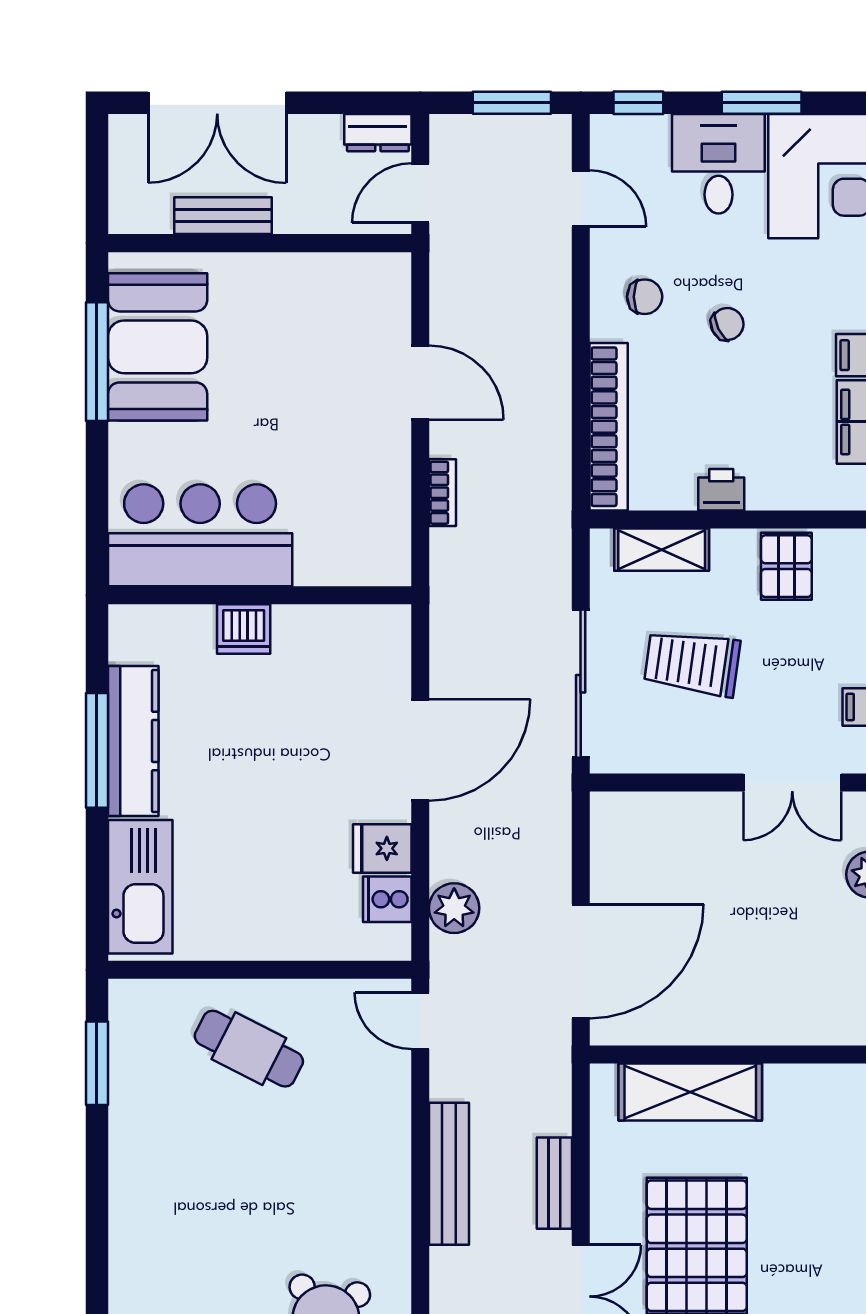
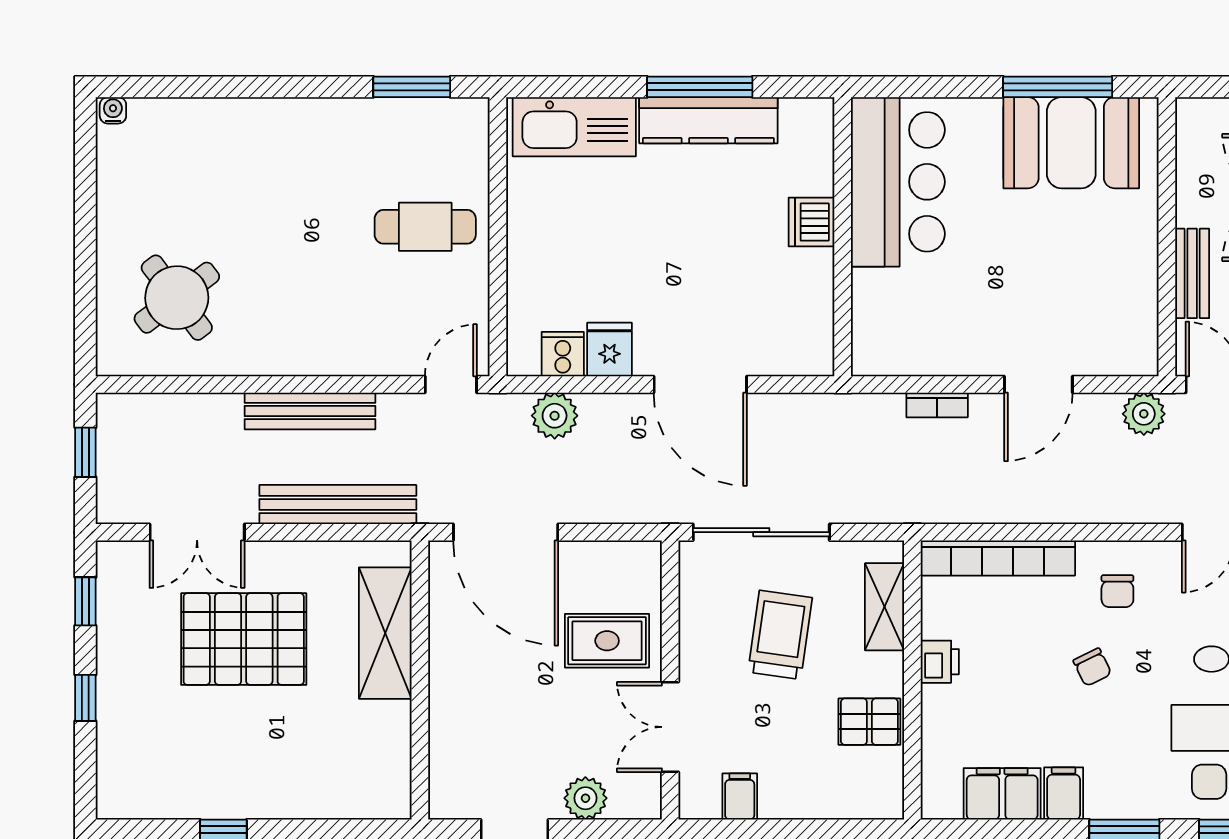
bench: (223, 216) -> (1192, 273), moved
plant: (452, 268) -> (1144, 414), added
rug: (699, 851) -> (607, 641), added
cafe table: (249, 1049) -> (425, 227), turned 63
bench: (554, 1183) -> (338, 504), width x1.86, depth x1.21

